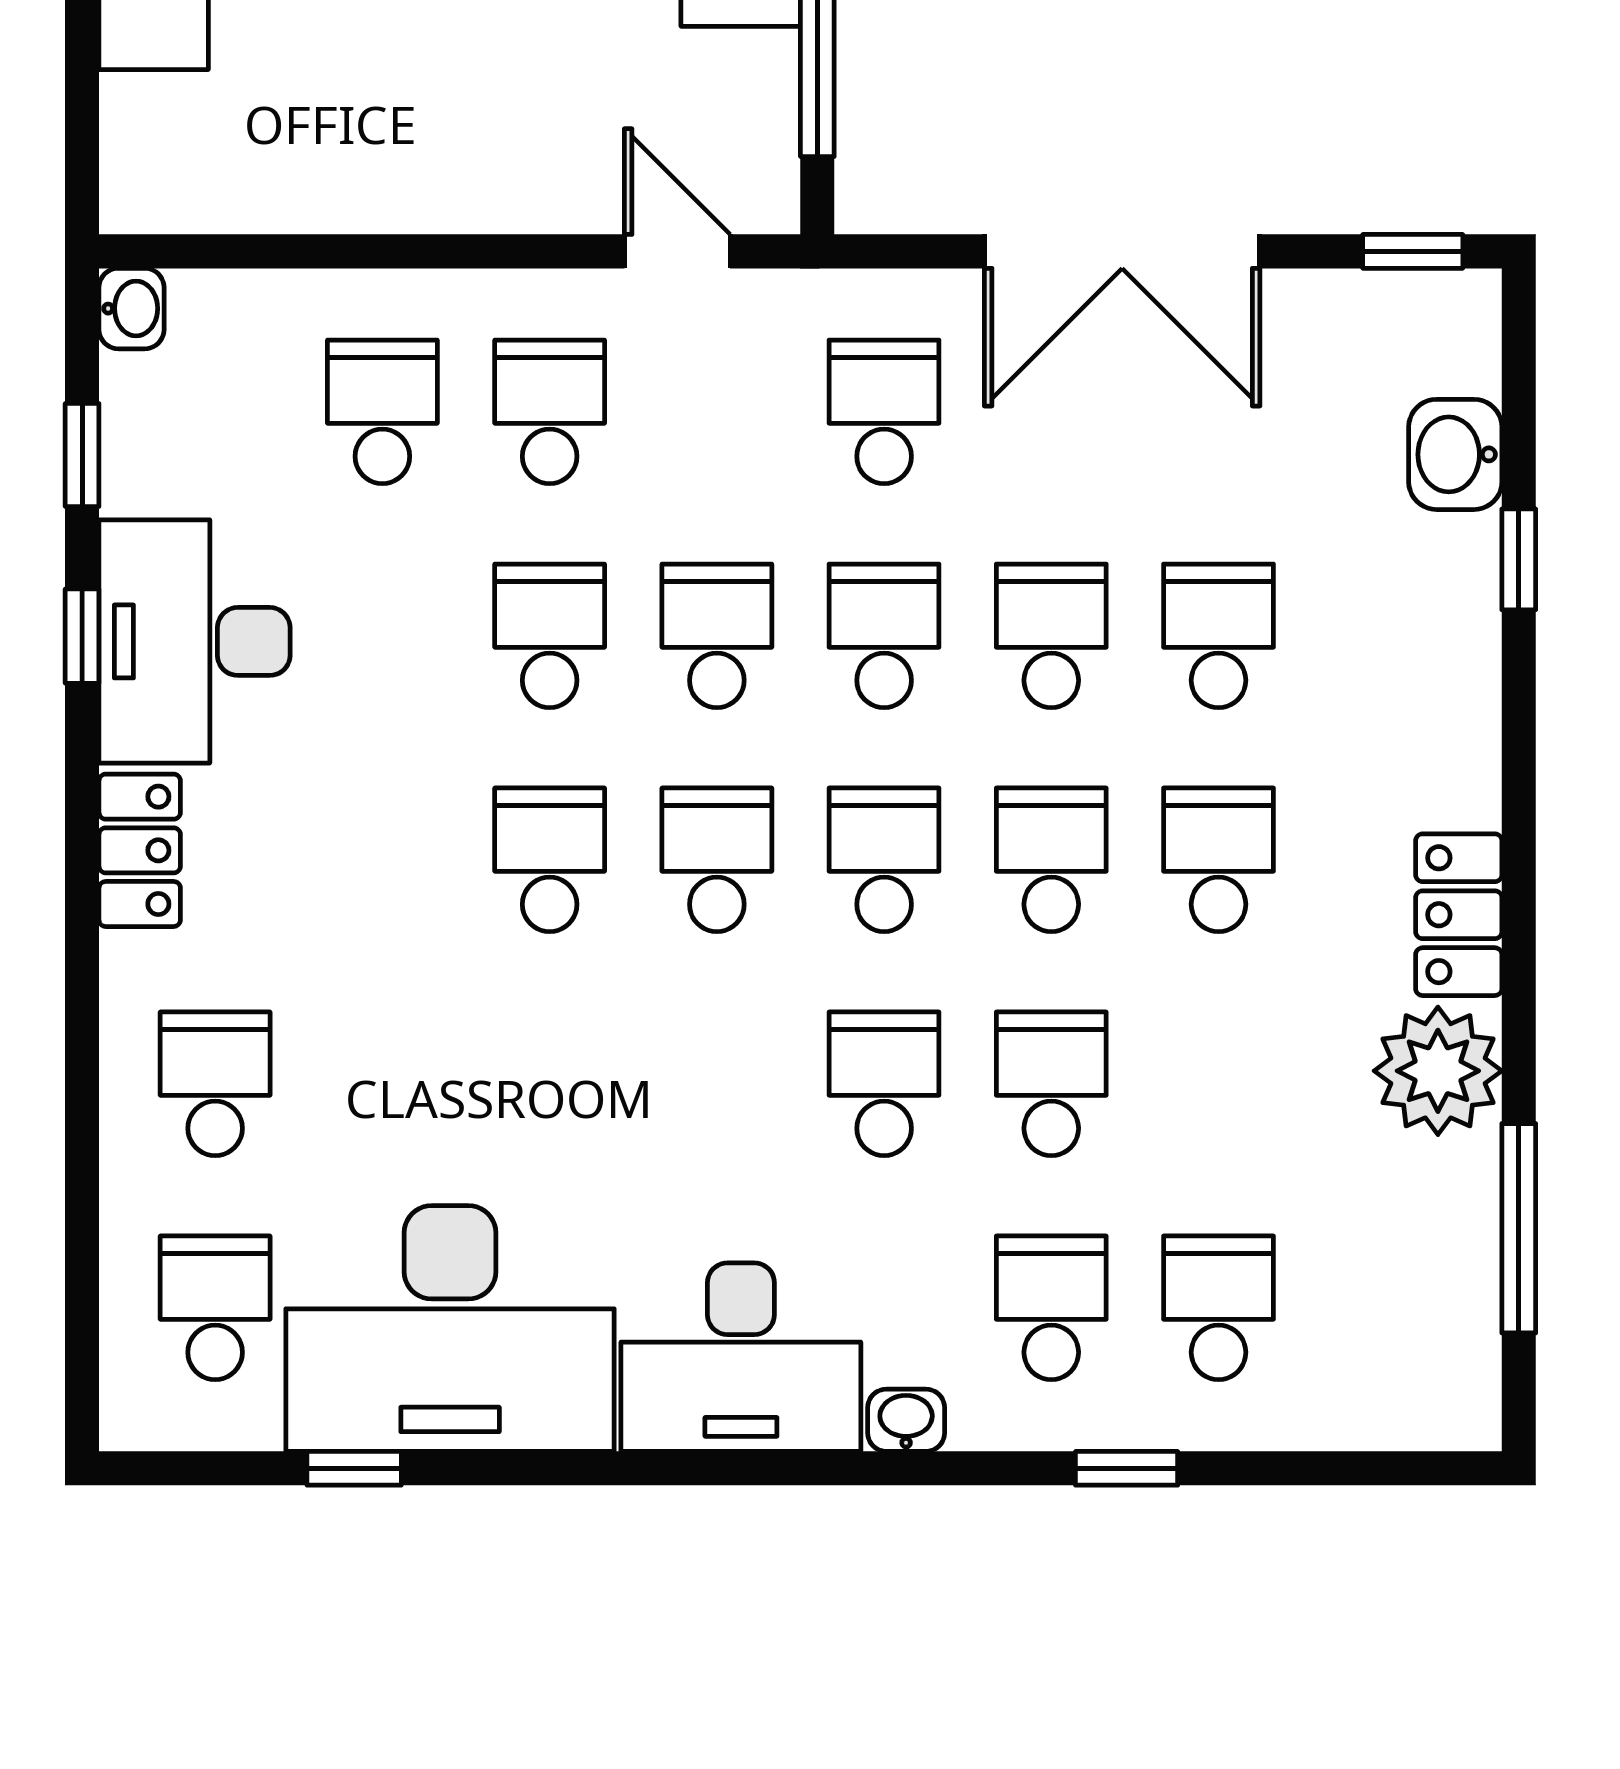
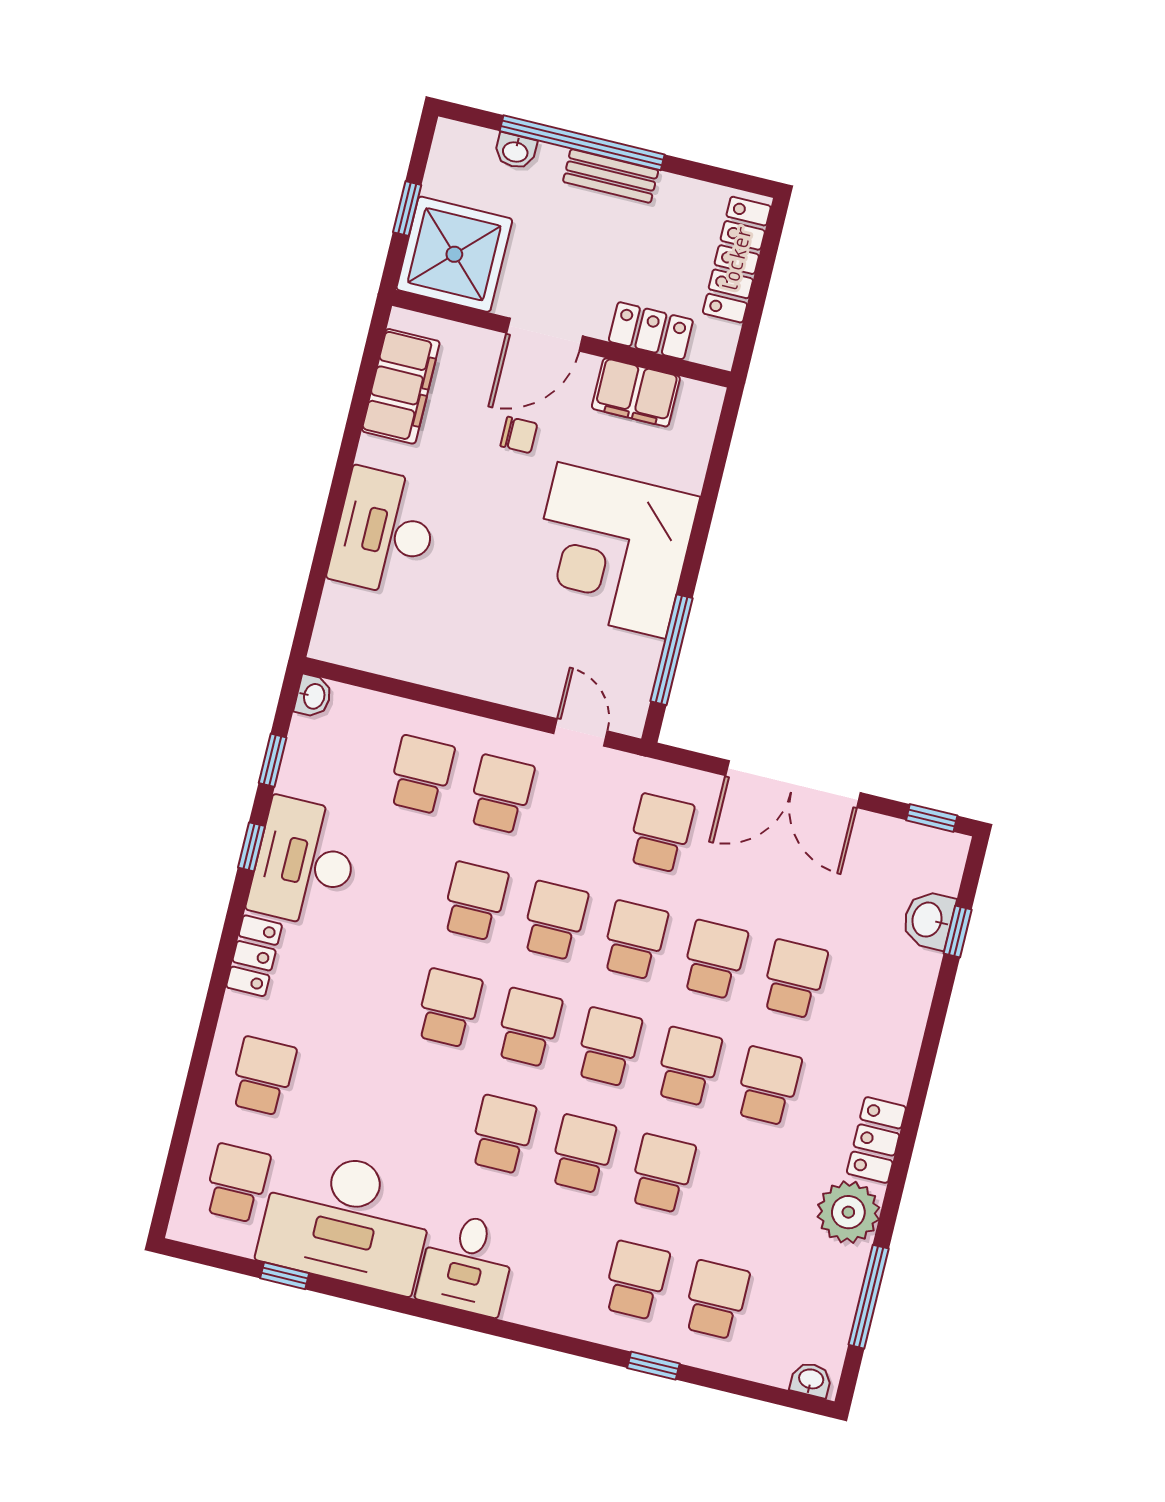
window: (1519, 559) -> (958, 931), moved
school desk: (717, 1084) -> (503, 1134), added
desk: (741, 1357) -> (467, 1264), width x0.73
washbasin: (906, 1420) -> (811, 1380), moved

